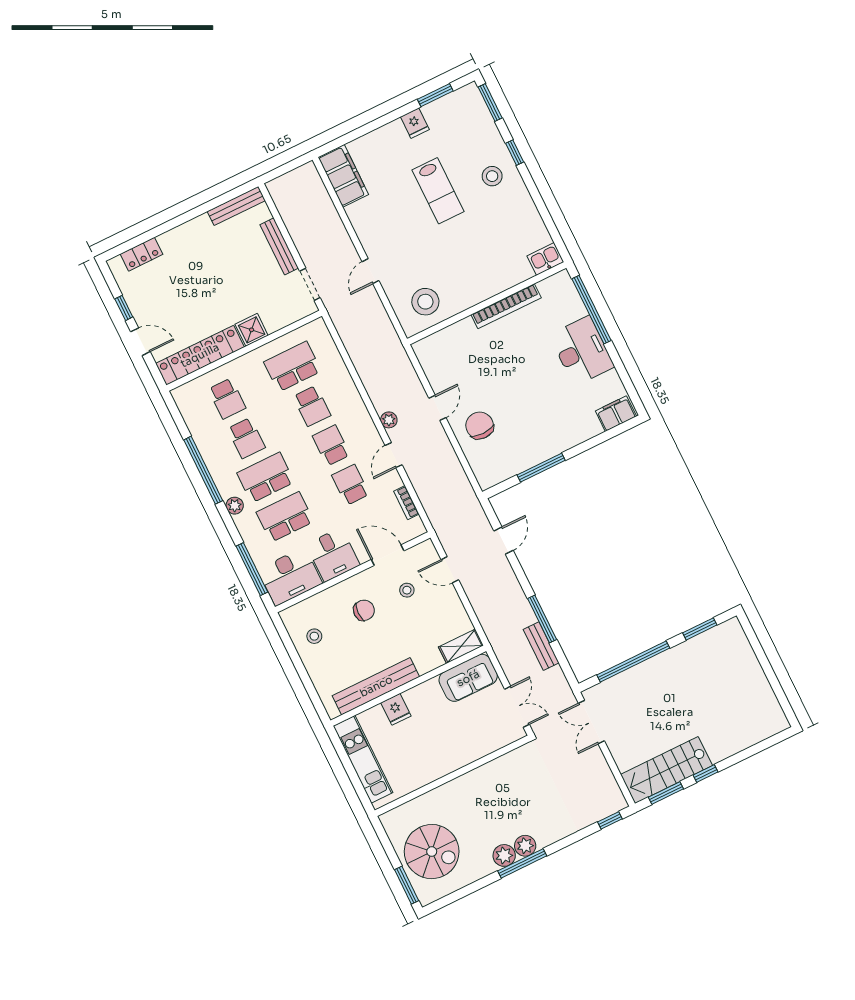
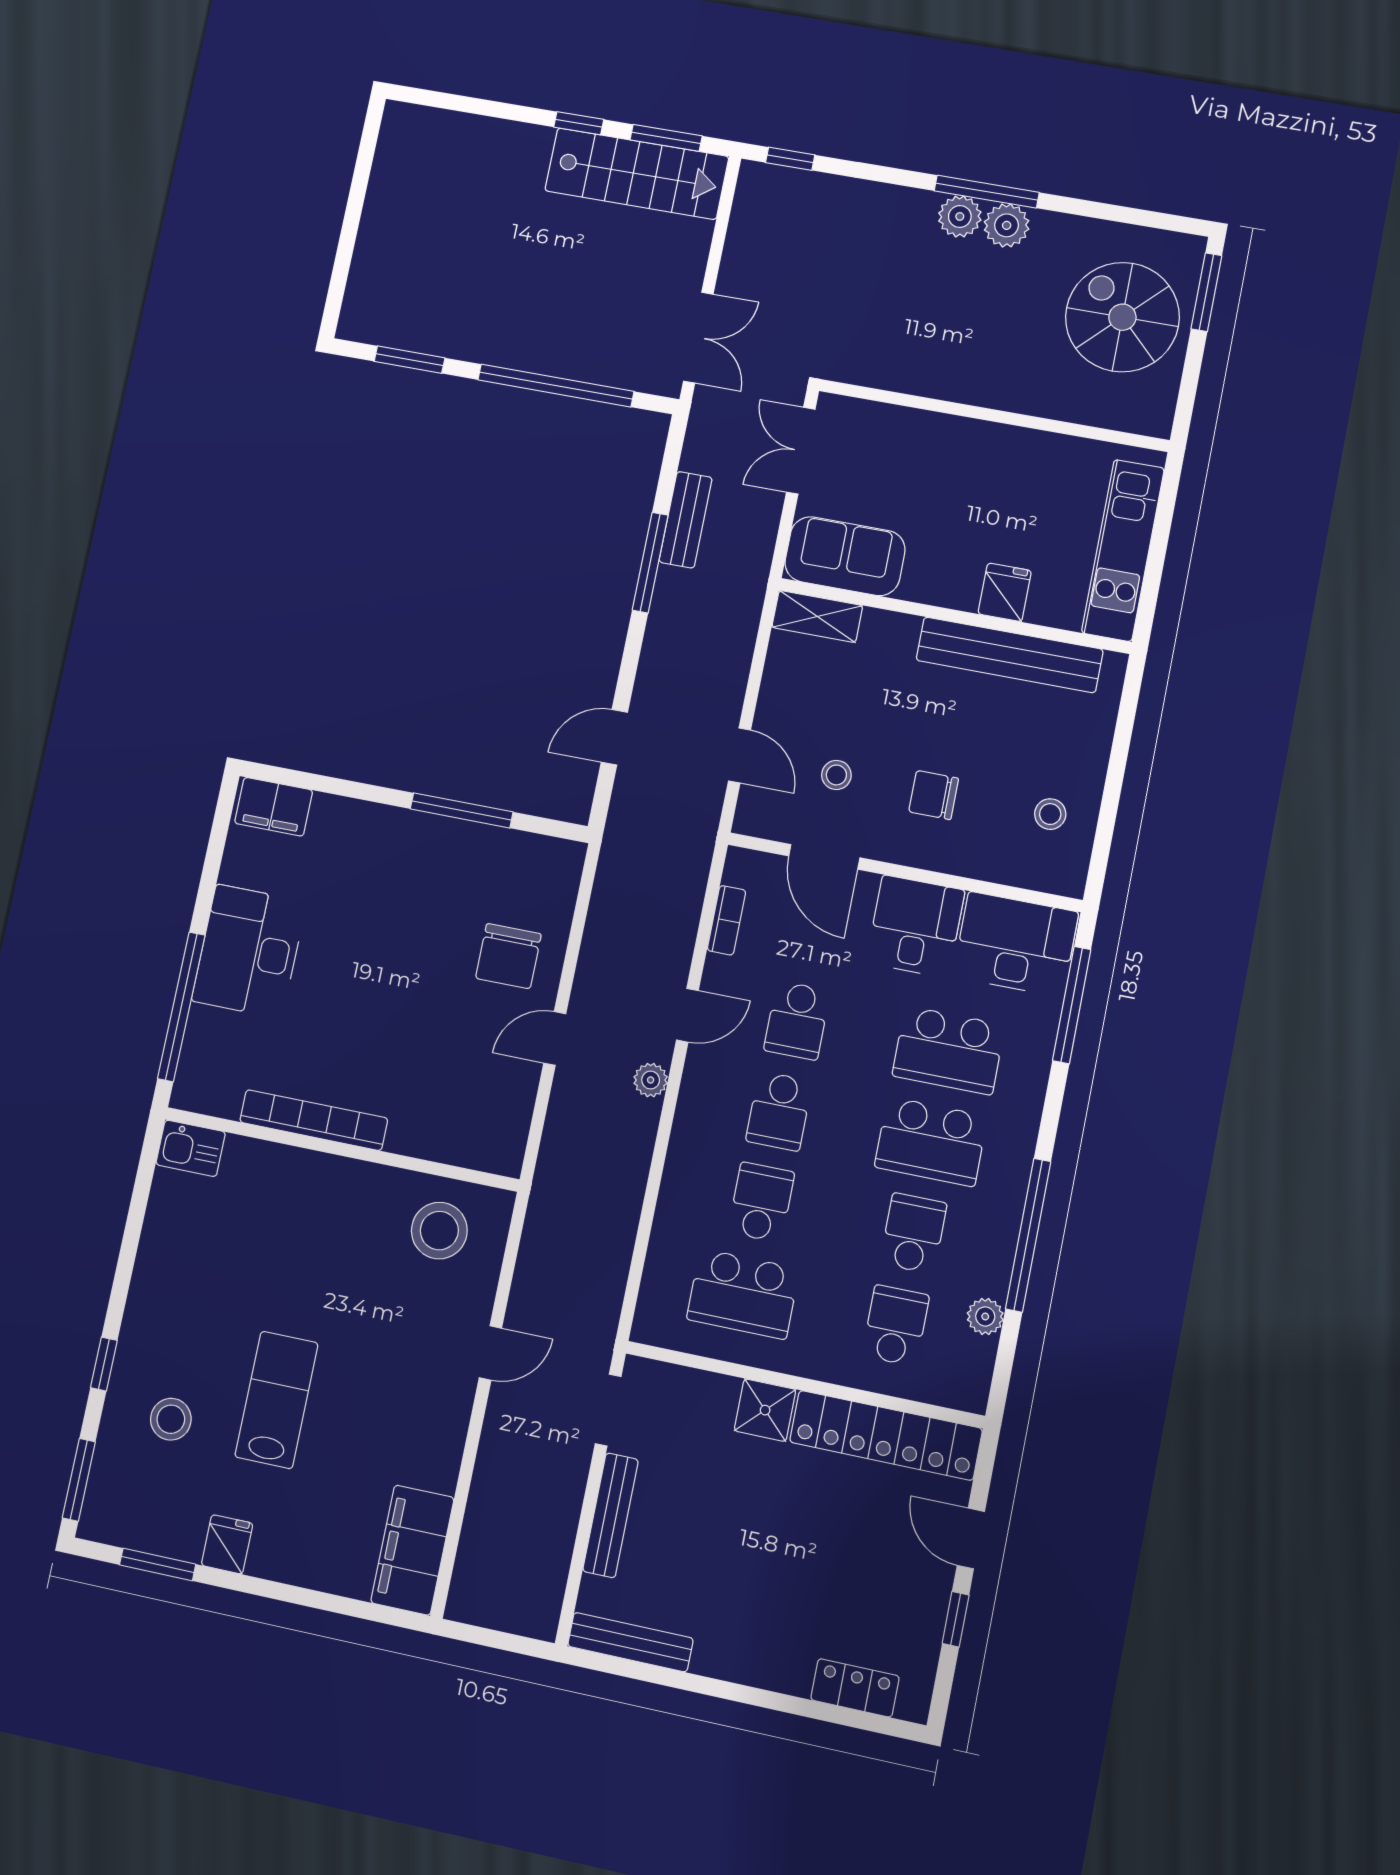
stool: (492, 176) -> (171, 1419), moved
plant: (235, 506) -> (985, 1316), moved

